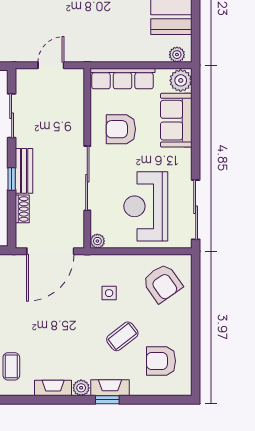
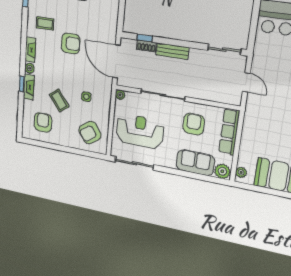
sliding door: (12, 116) -> (224, 50), moved
window: (12, 179) -> (145, 38), moved
armchair: (35, 324) -> (71, 43), added

